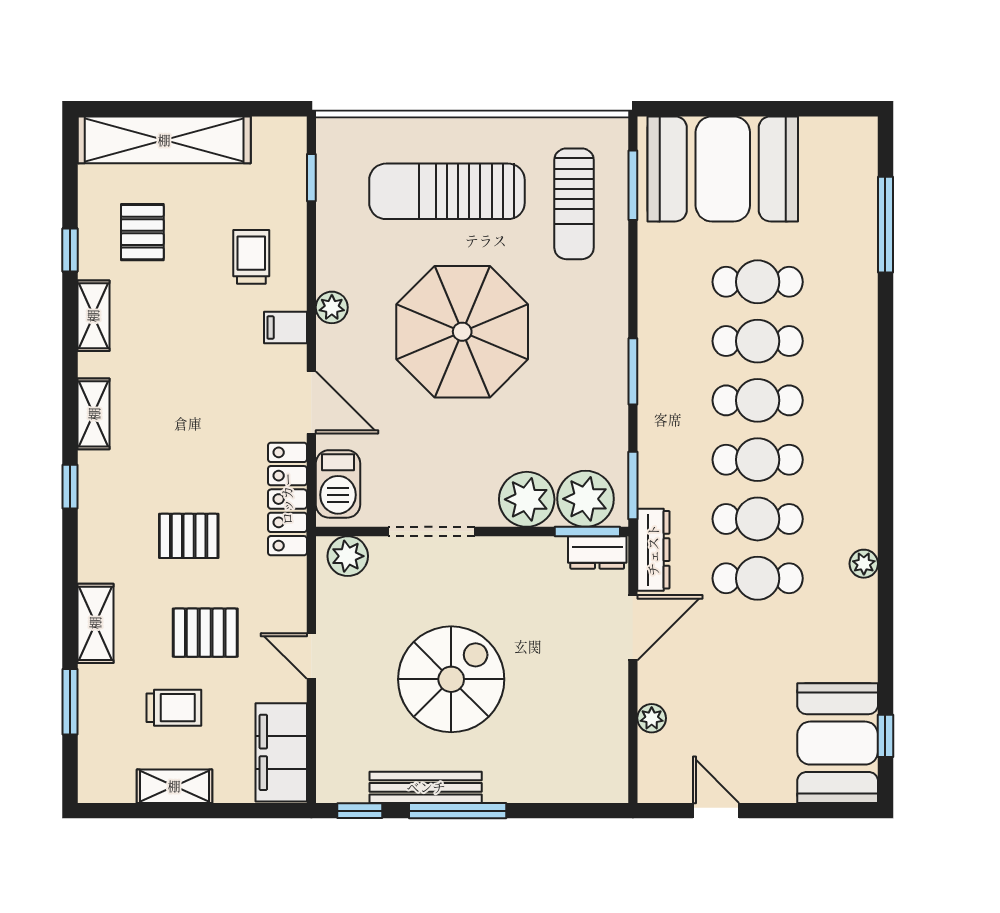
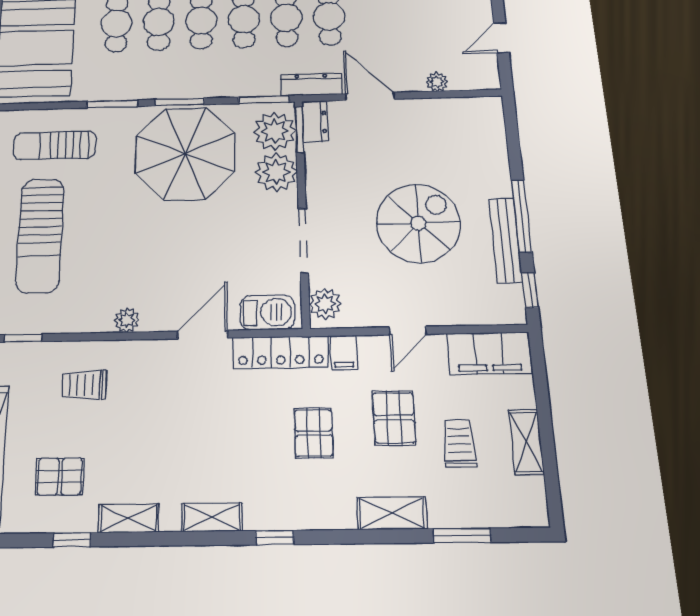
window: (633, 185) -> (112, 104), moved
sun lounger: (574, 204) -> (55, 145), turned 180
filing cabinet: (285, 328) -> (344, 353), moved
parasol: (462, 332) -> (185, 153), moved
spiral stairs: (451, 679) -> (418, 223), turned 90

